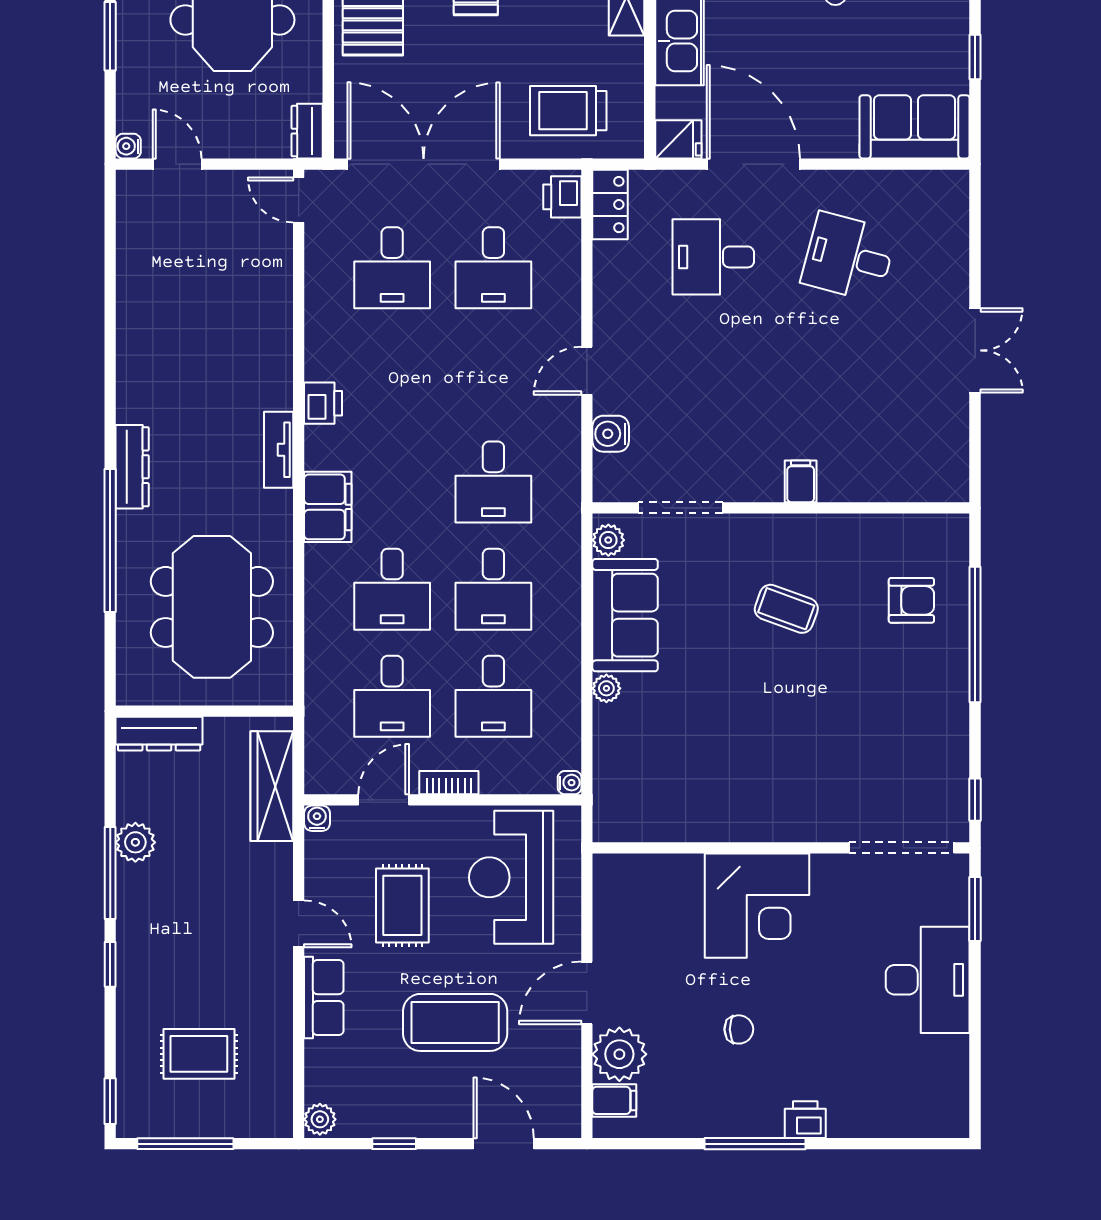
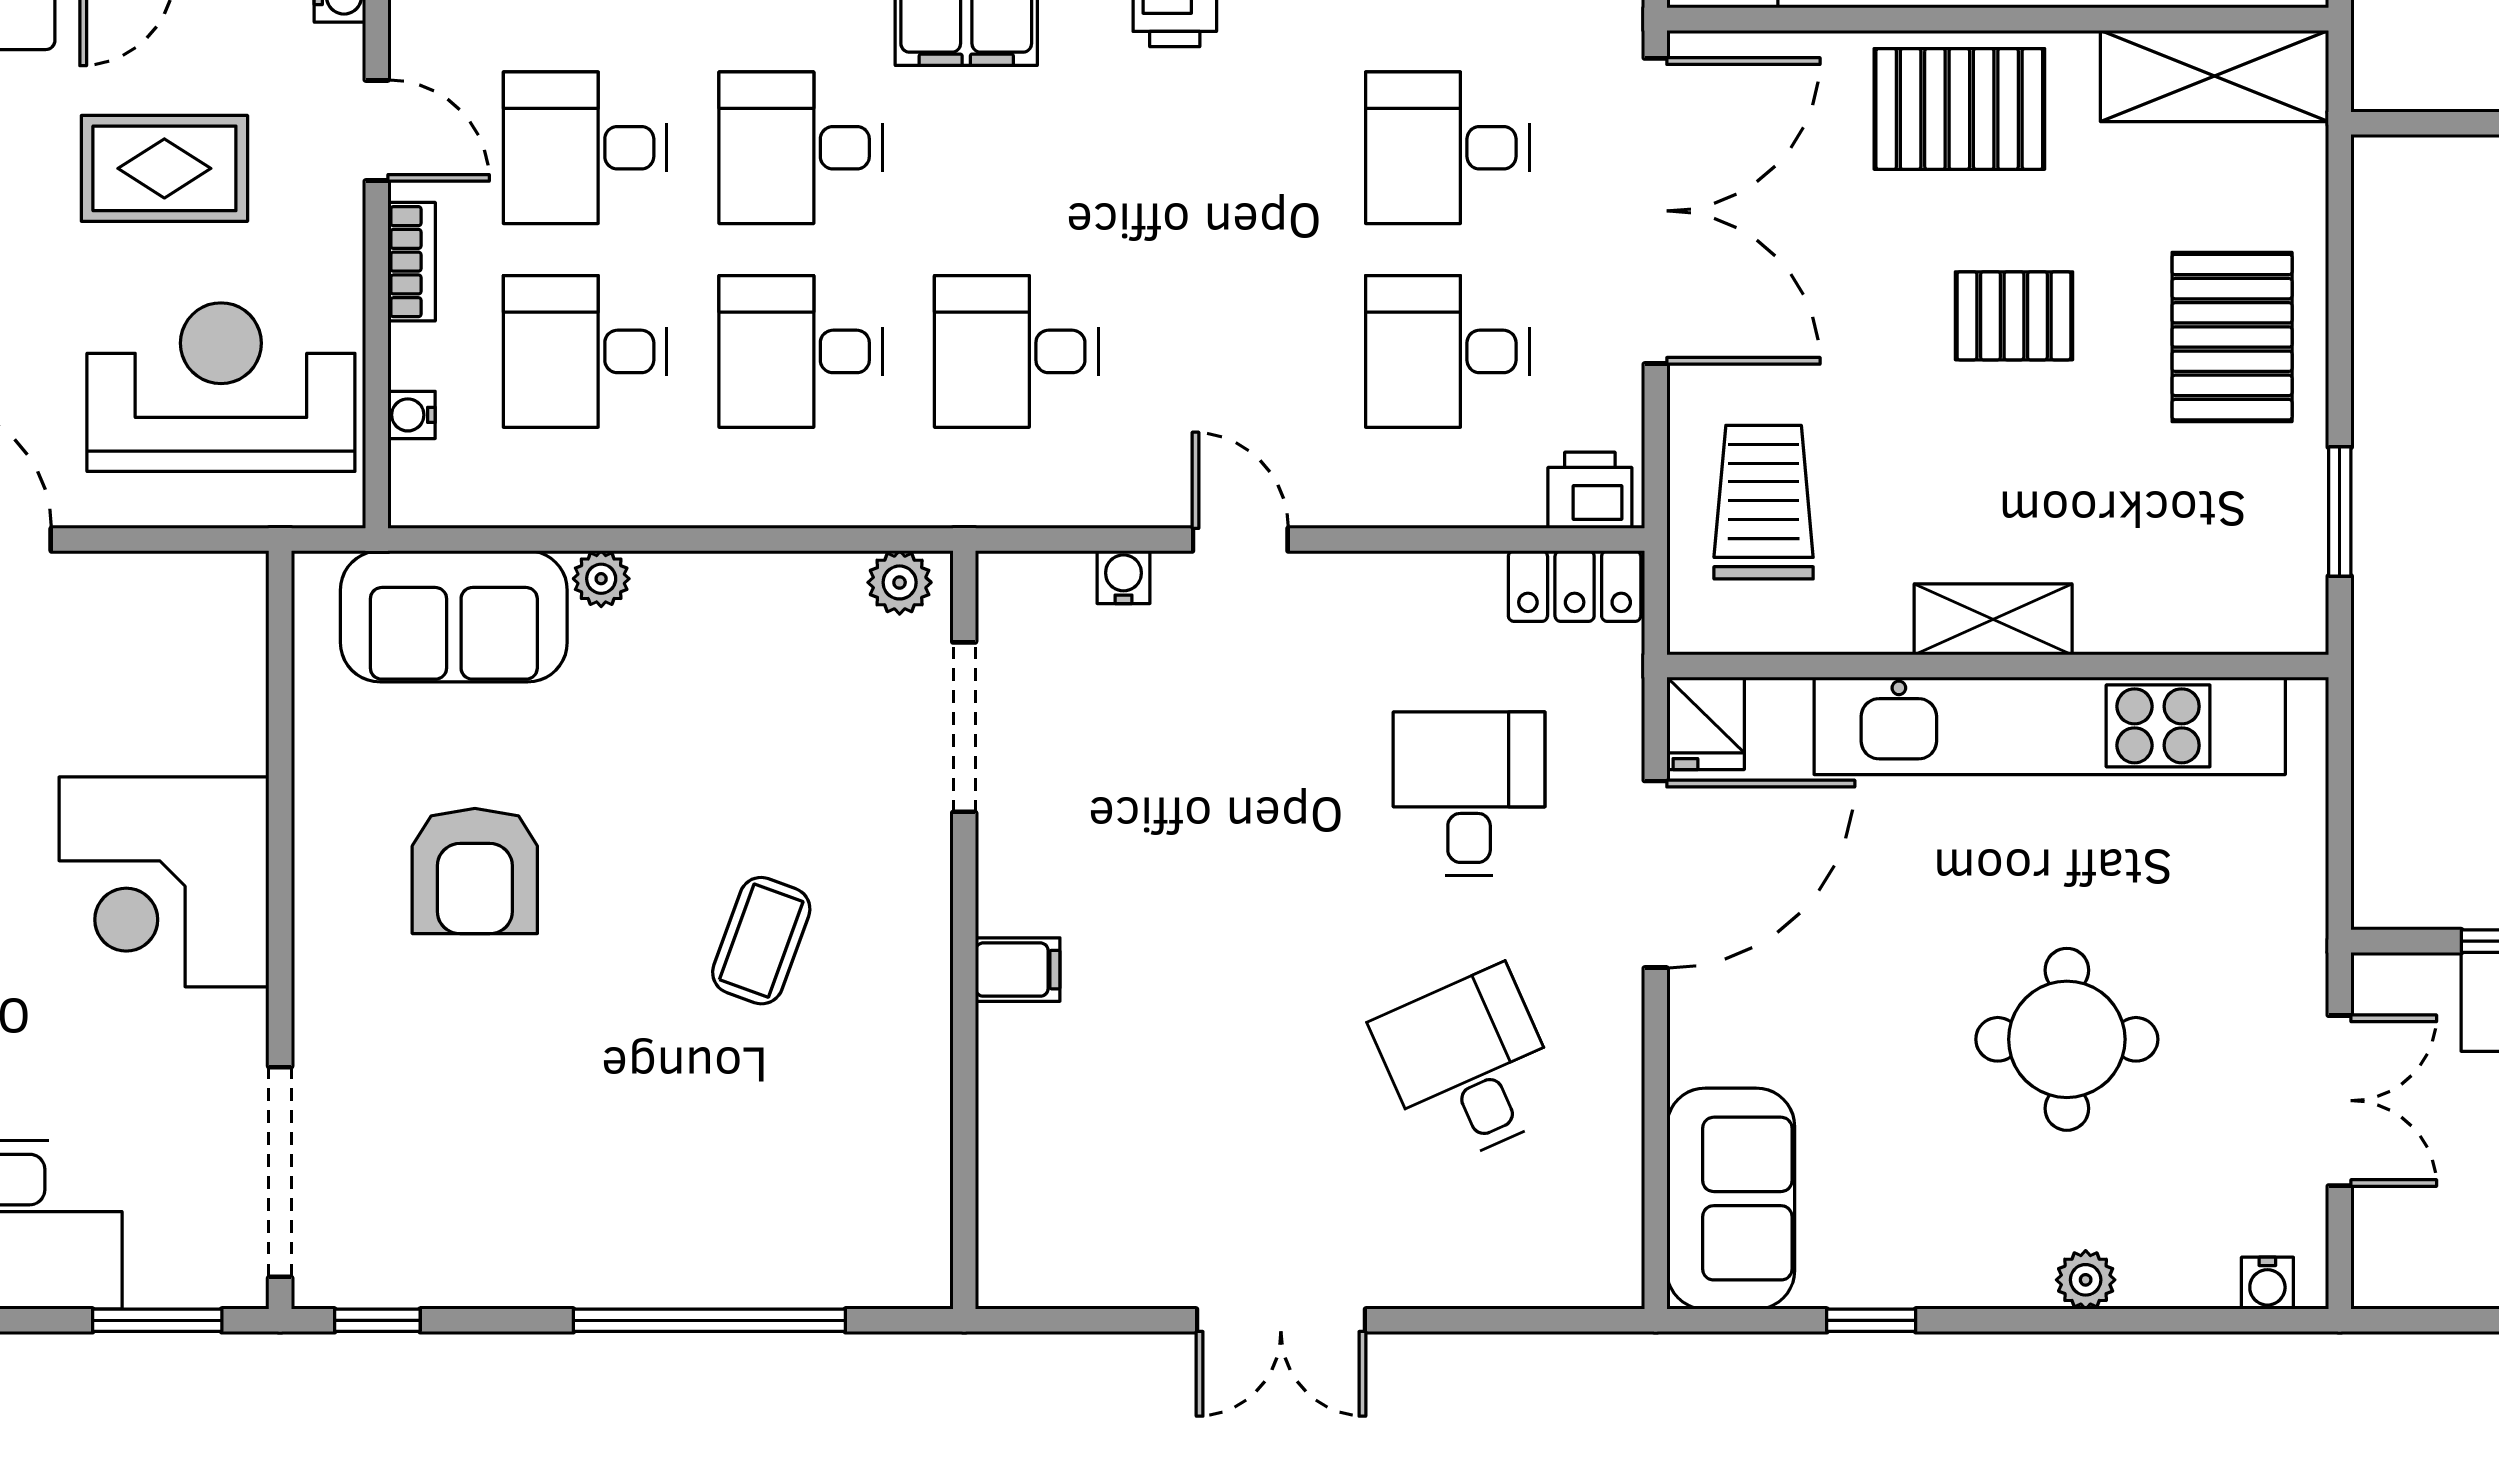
desk: (849, 257) -> (1469, 1066), turned -39
water cooler: (611, 434) -> (1123, 577), width x0.72, depth x0.72
armchair: (911, 600) -> (475, 871), moved, width x1.38, depth x1.38
sofa: (625, 615) -> (454, 616), moved
water cooler: (570, 783) -> (412, 415), moved, turned 90

